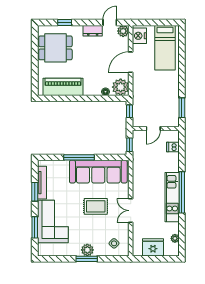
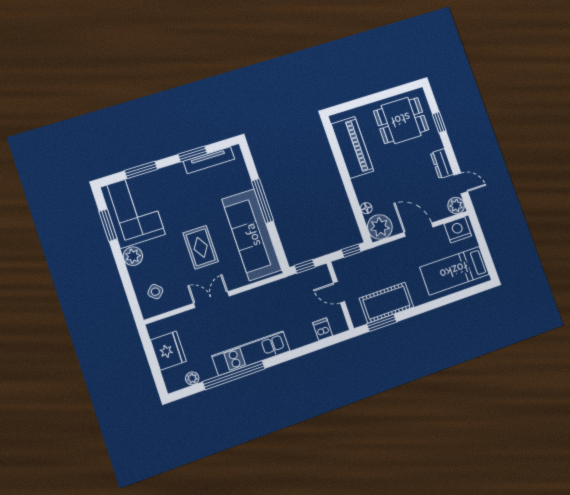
dining table: (55, 48) -> (401, 120), turned 90
cot: (170, 100) -> (386, 303), added
window: (182, 192) -> (234, 375), moved
corner sofa: (53, 221) -> (133, 211), moved, turned -90
window: (87, 259) -> (108, 225), moved

